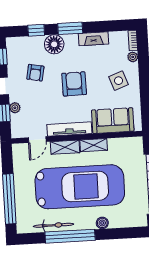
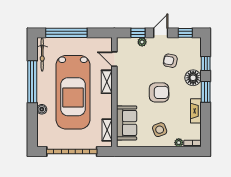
tv unit: (69, 129) -> (122, 86), removed
shelving: (94, 145) -> (107, 130), moved
bicycle: (54, 225) -> (42, 54), moved

